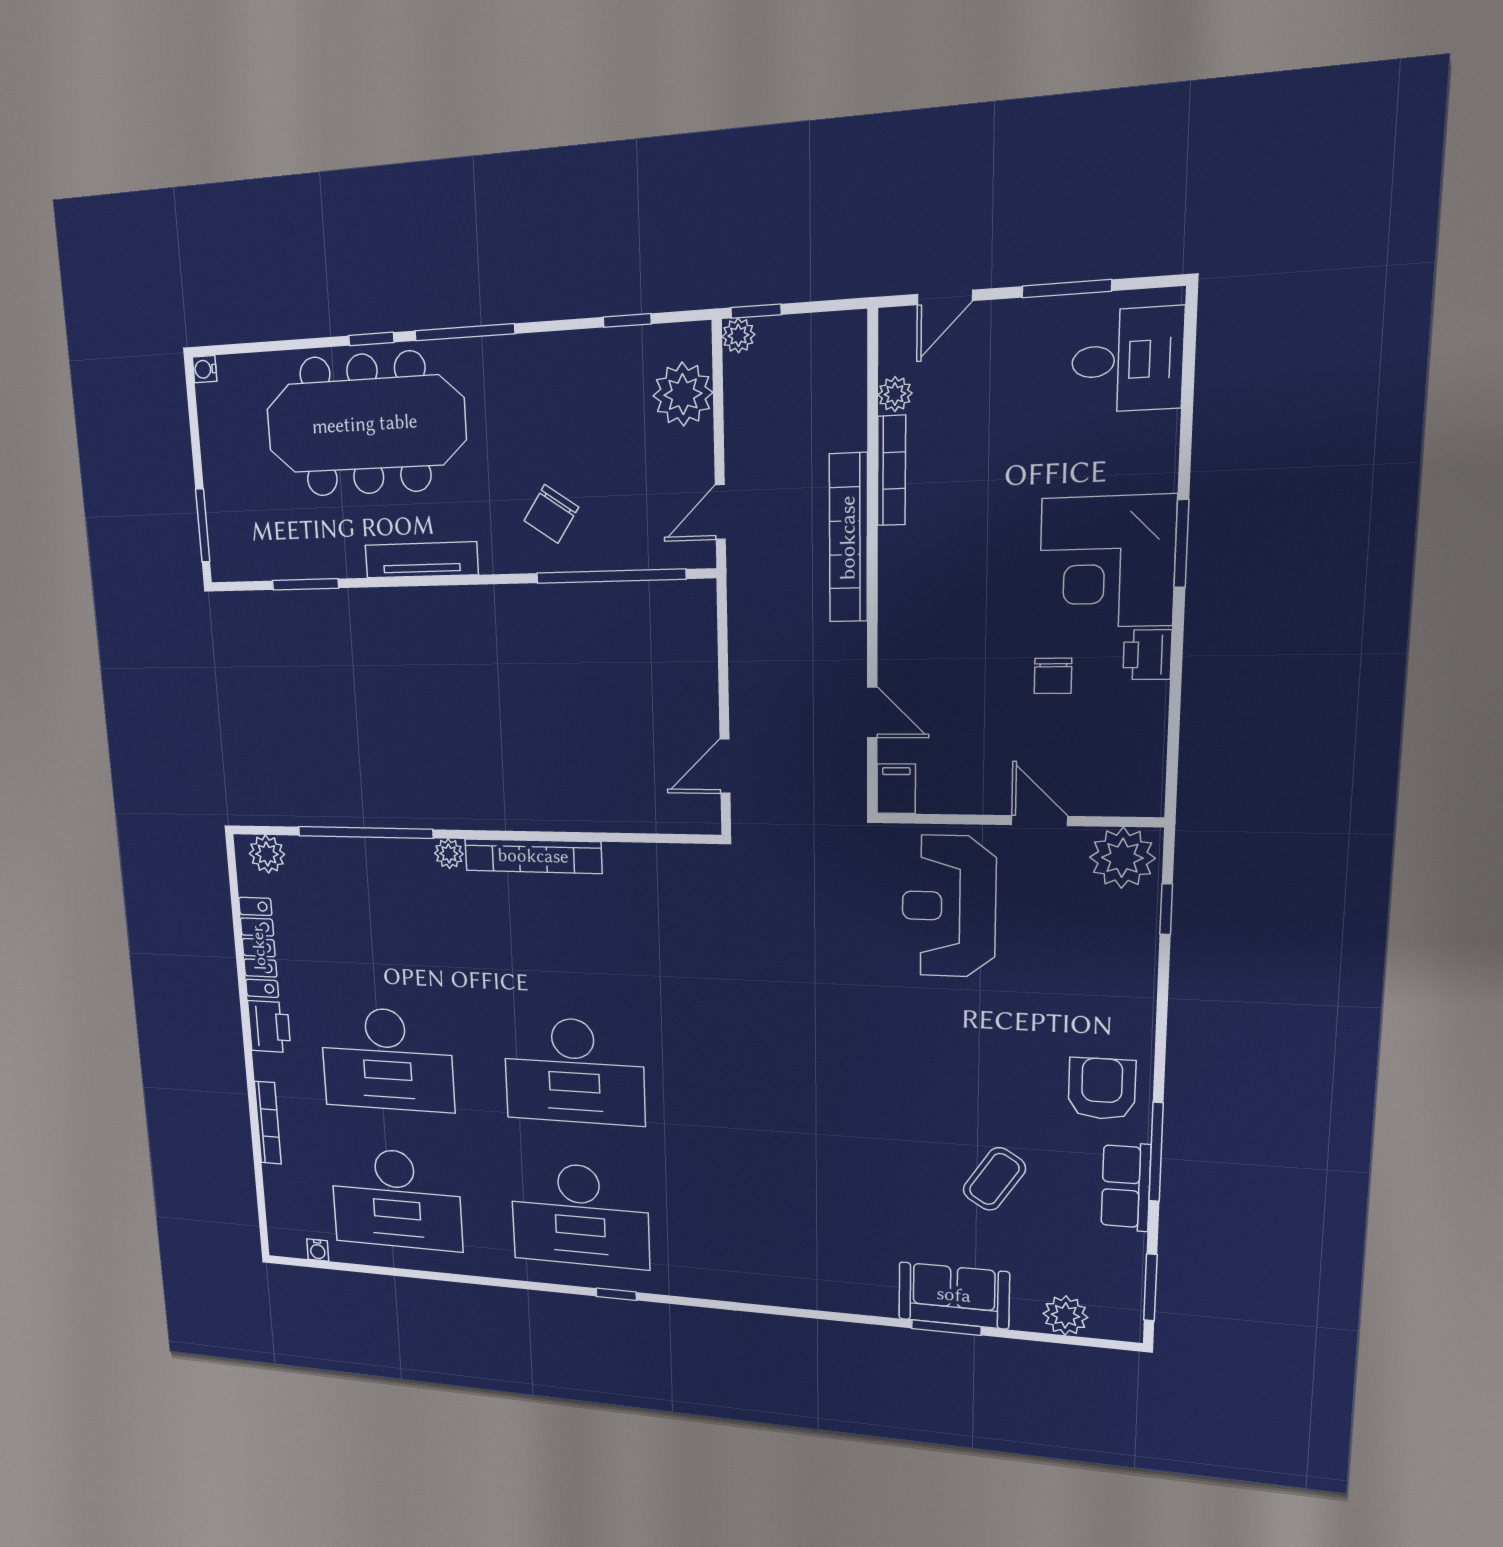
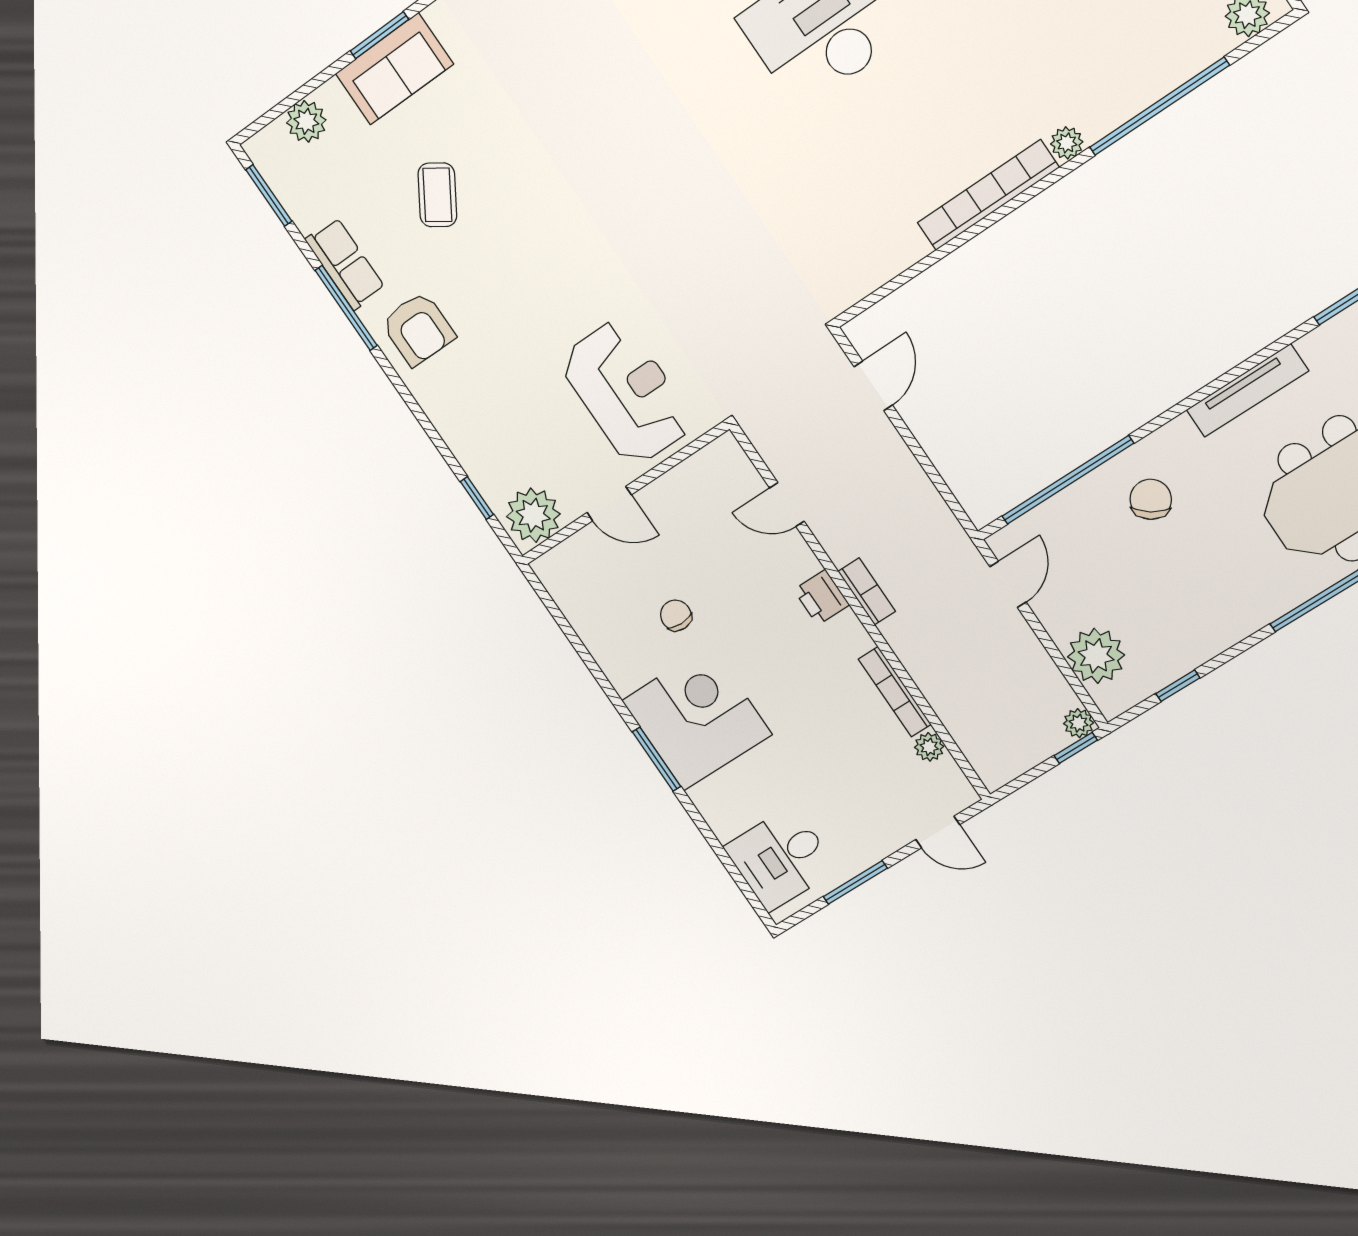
door: (945, 297) -> (938, 832), swing flipped
bookcase: (848, 538) -> (867, 591), width x0.43, depth x0.76
printer: (1147, 655) -> (821, 597), moved, turned 180
filing cabinet: (896, 789) -> (729, 458), removed

